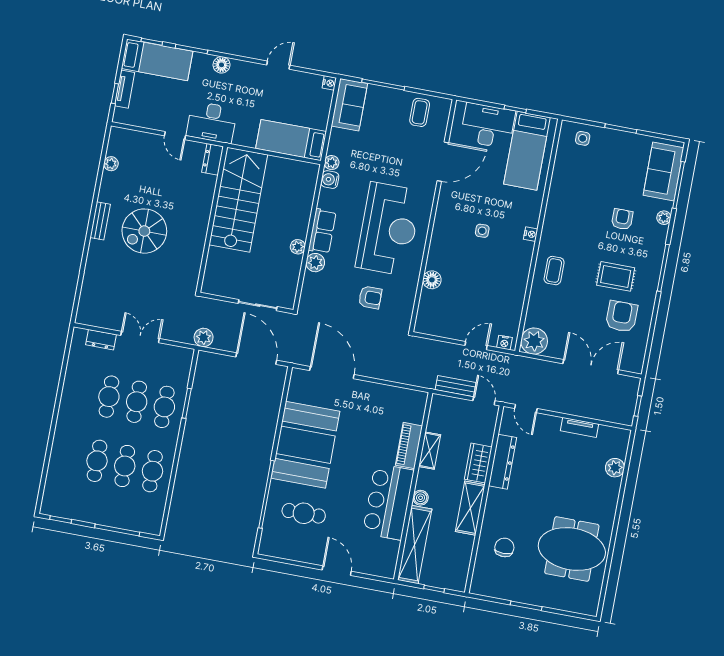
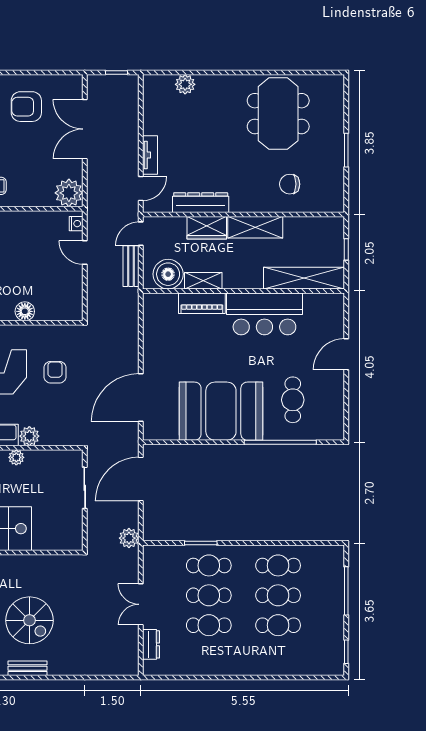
tv unit: (579, 427) -> (150, 155), moved
boiler: (421, 498) -> (168, 274), moved, width x1.86, depth x1.86

